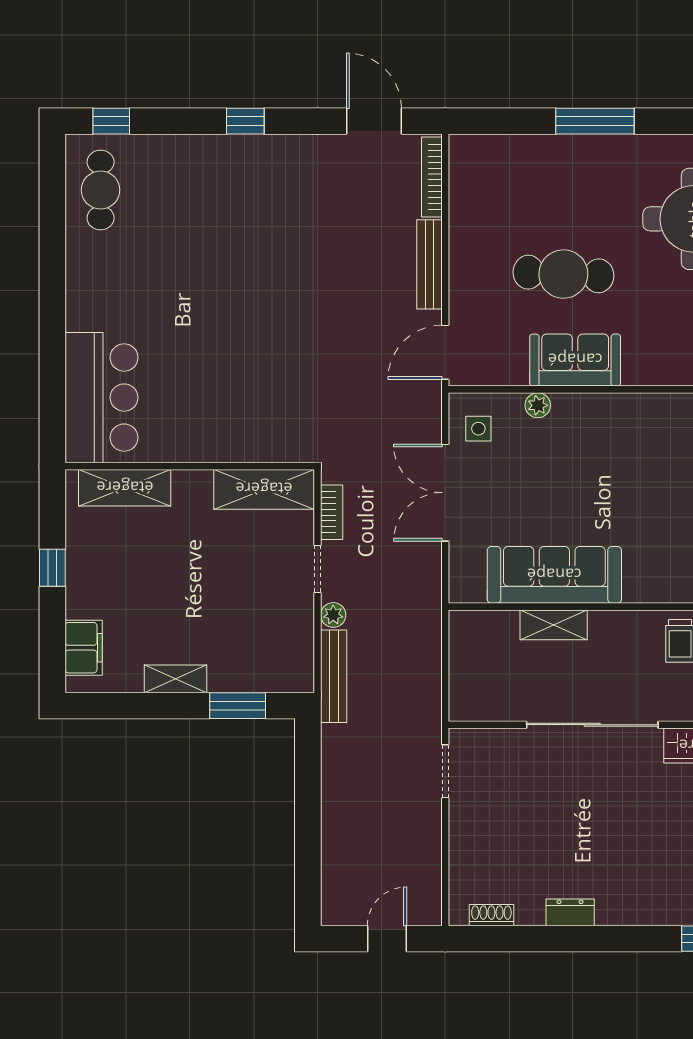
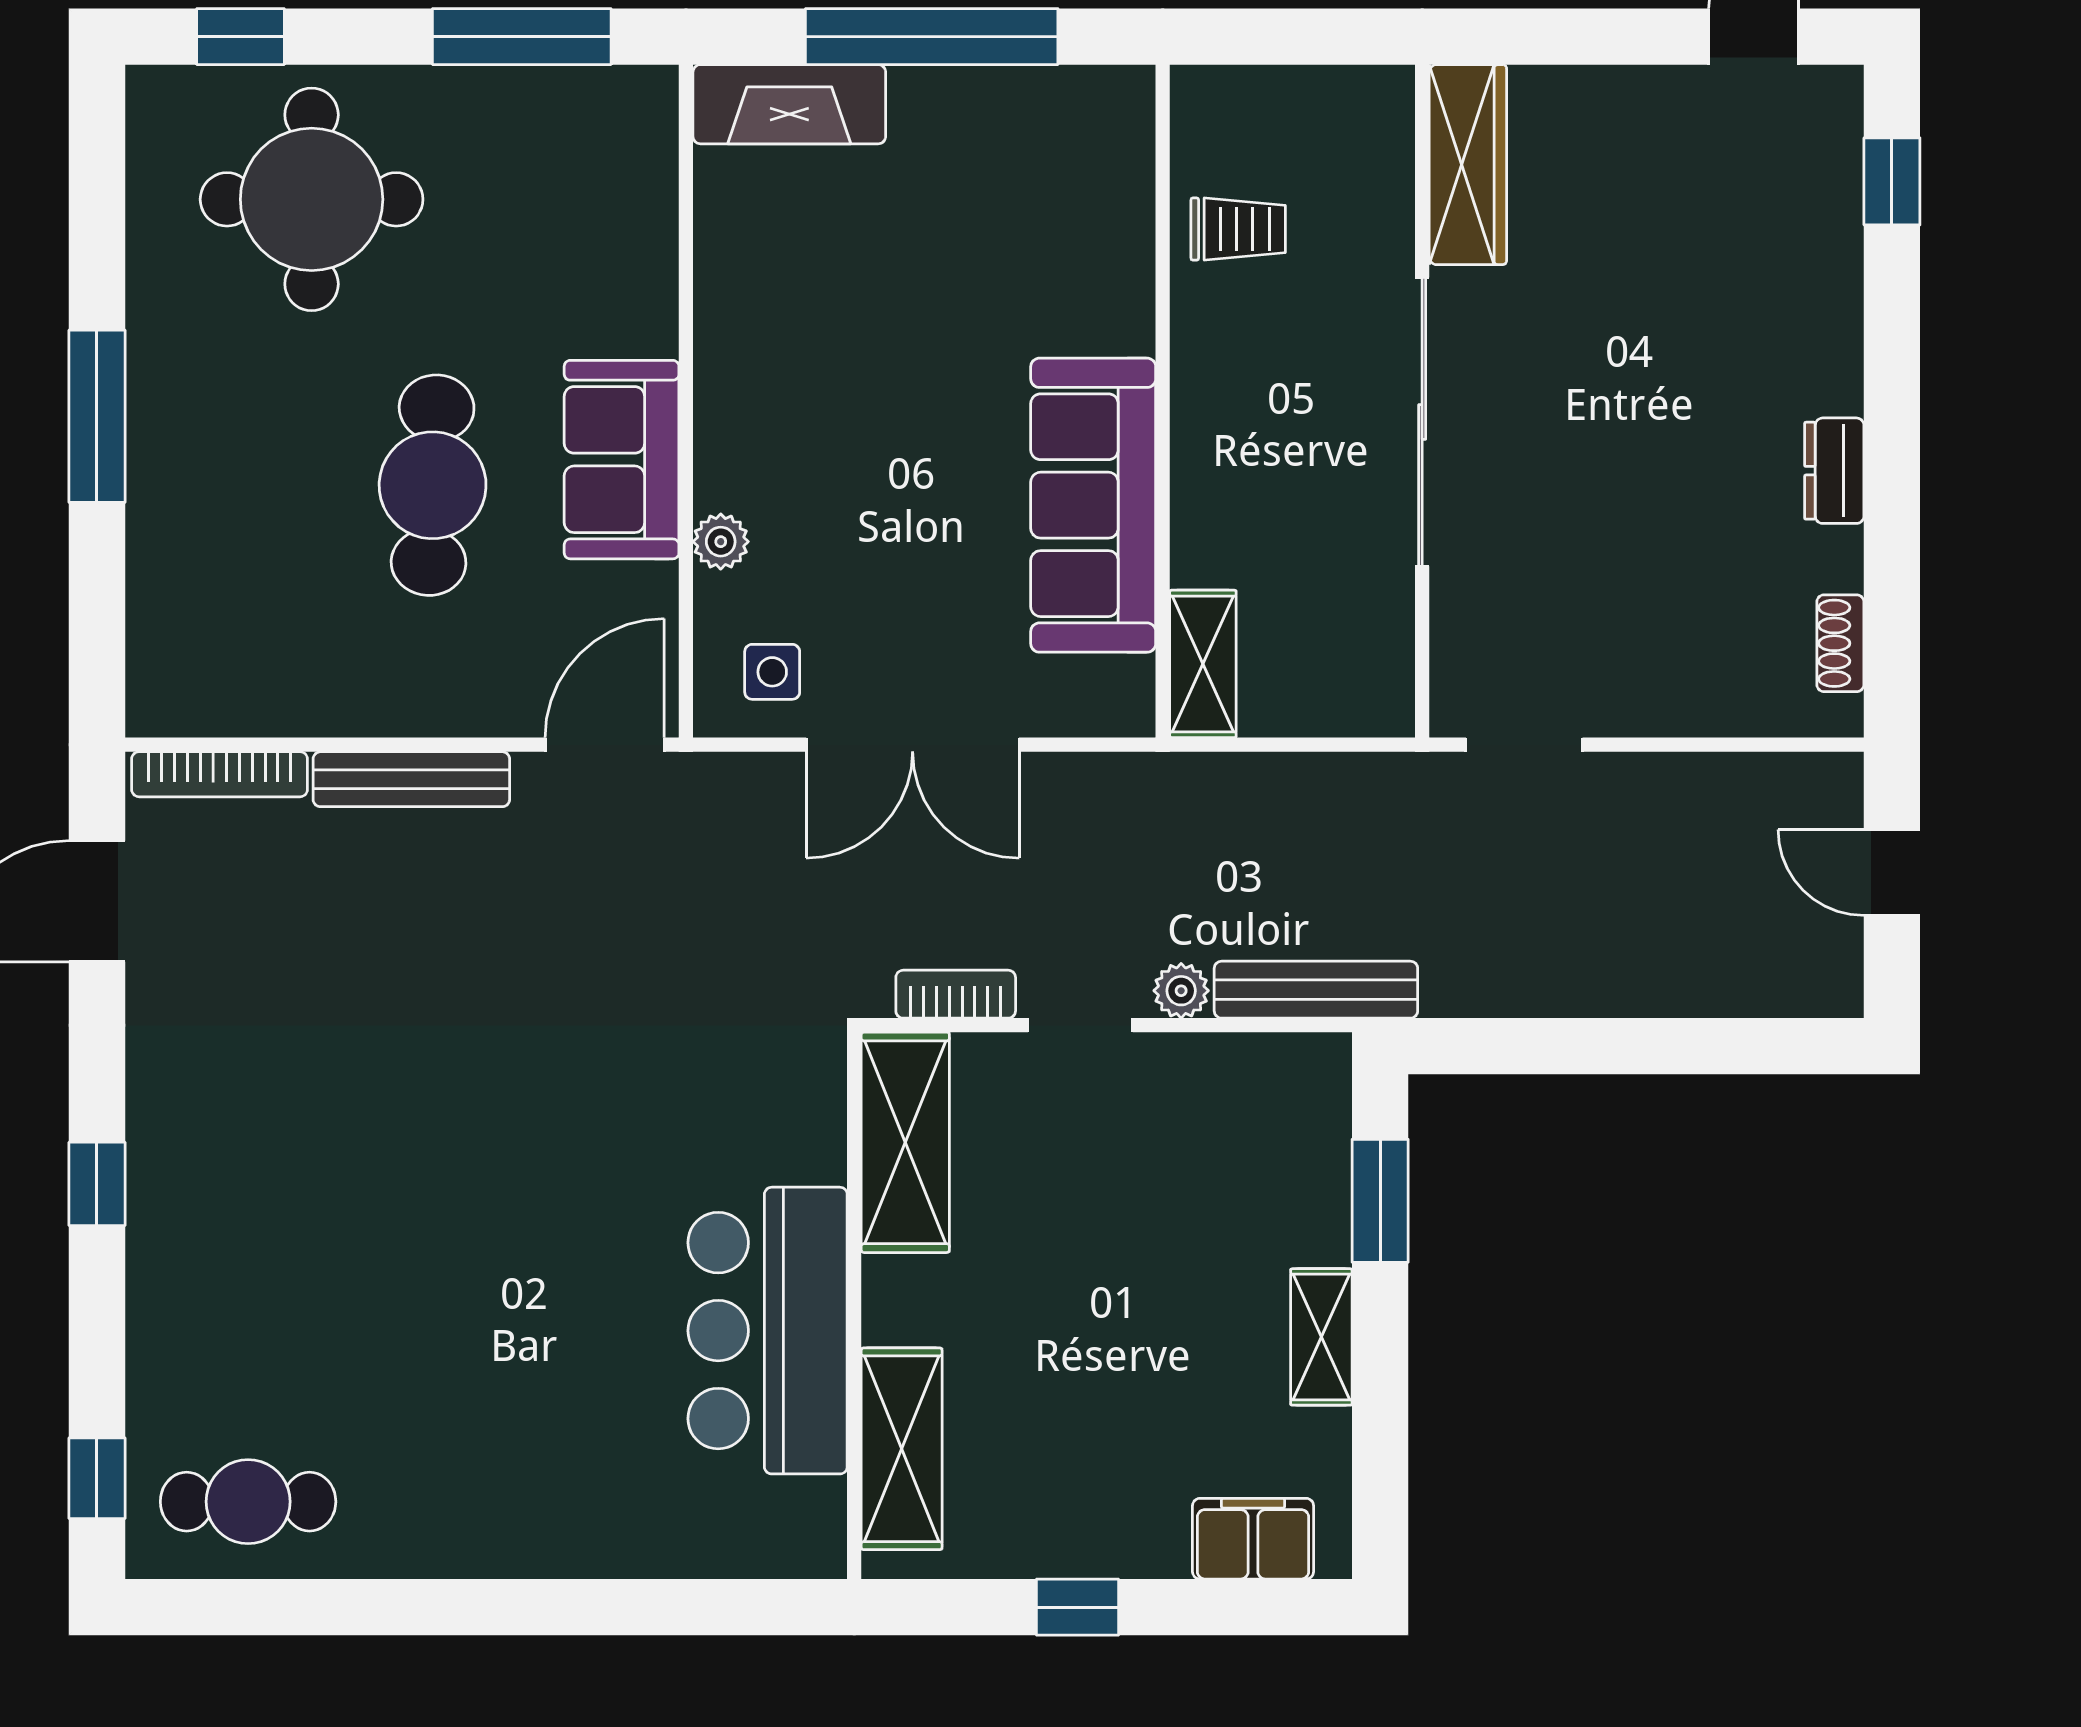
door: (445, 352) -> (605, 745), swing flipped
bar counter: (102, 398) -> (768, 1331), moved, turned -90
shelving: (554, 625) -> (1203, 664), moved

